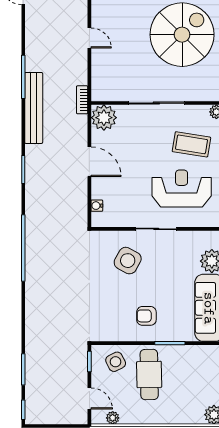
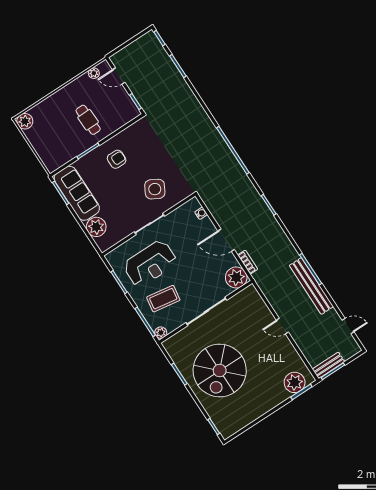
bookcase: (82, 100) -> (248, 262), moved
bench: (34, 108) -> (311, 286), moved
side table: (116, 362) -> (117, 113), removed
cafe table: (149, 374) -> (88, 120), width x0.73, depth x0.74

